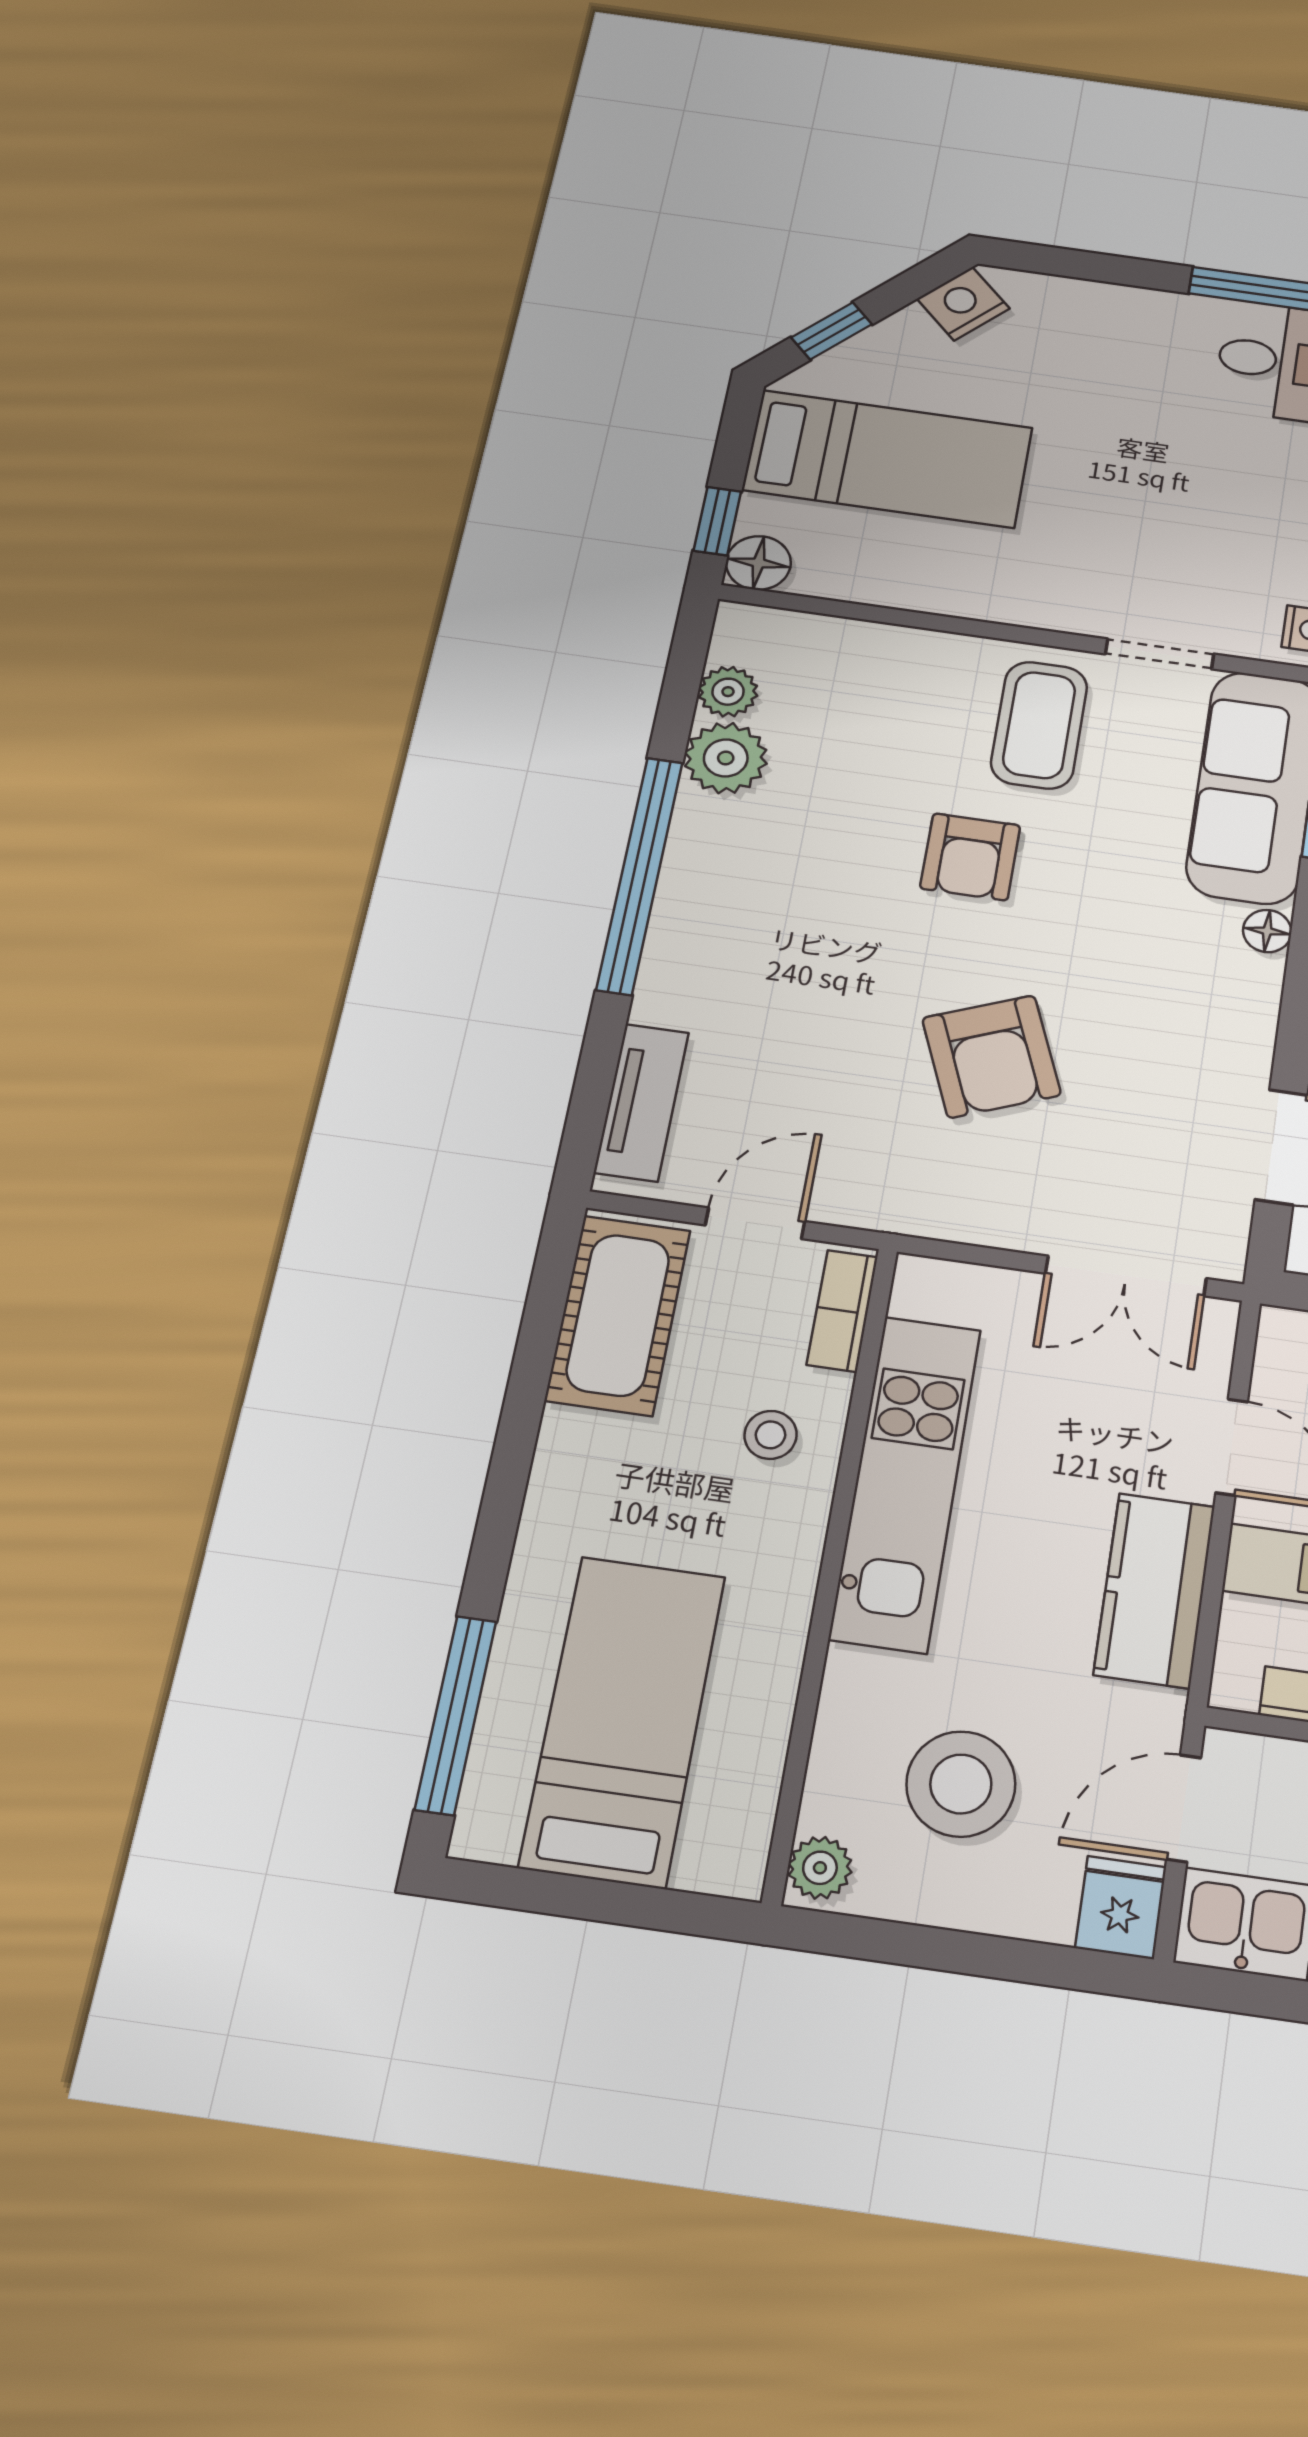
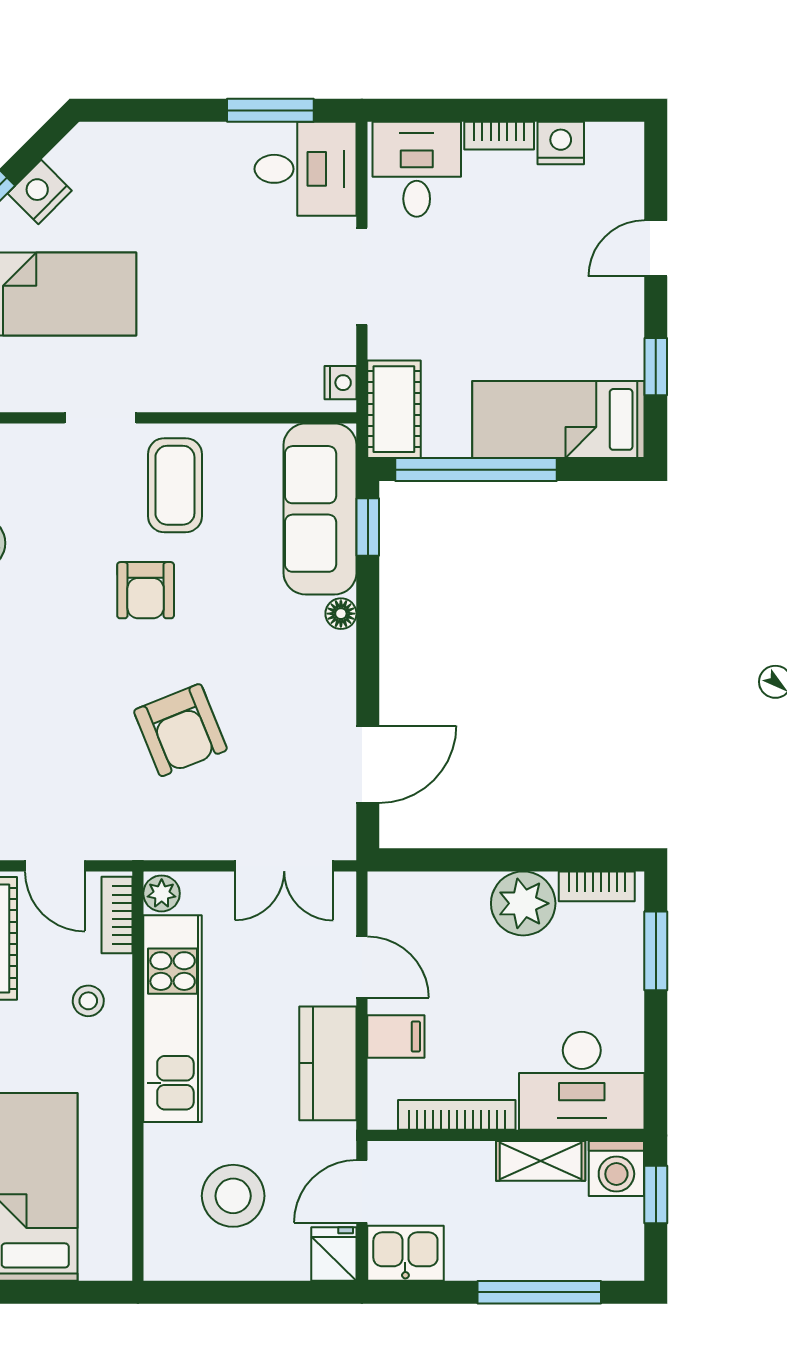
nightstand: (963, 304) -> (40, 192), moved
doorway: (1160, 654) -> (100, 418), moved
door: (755, 1223) -> (55, 866), swing flipped
plant: (820, 1868) -> (162, 893), moved

